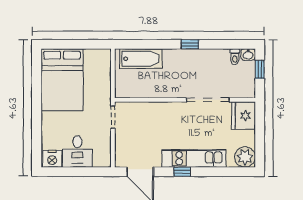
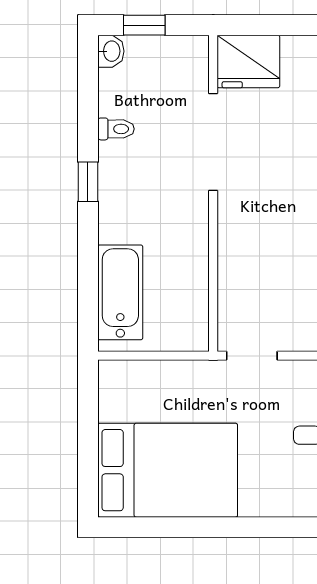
toilet: (235, 57) -> (116, 129), moved

